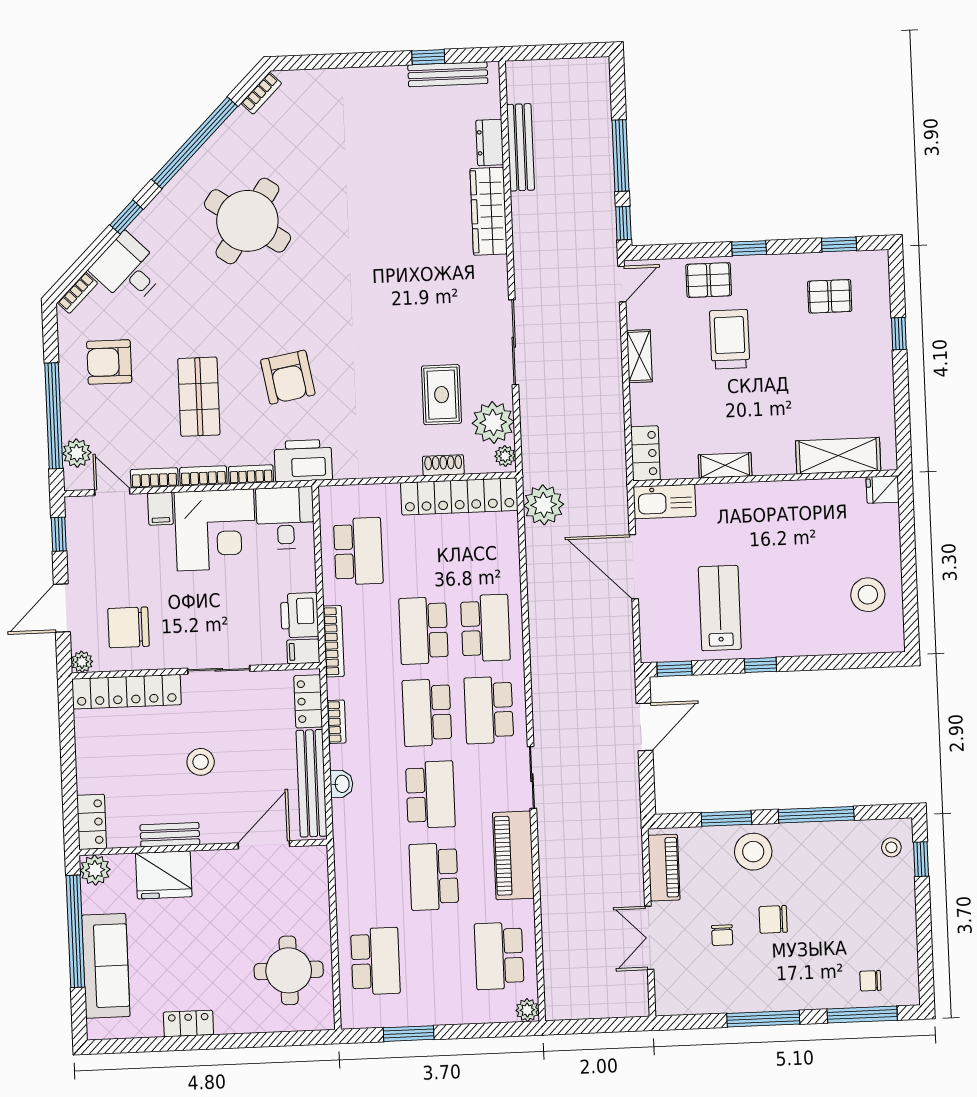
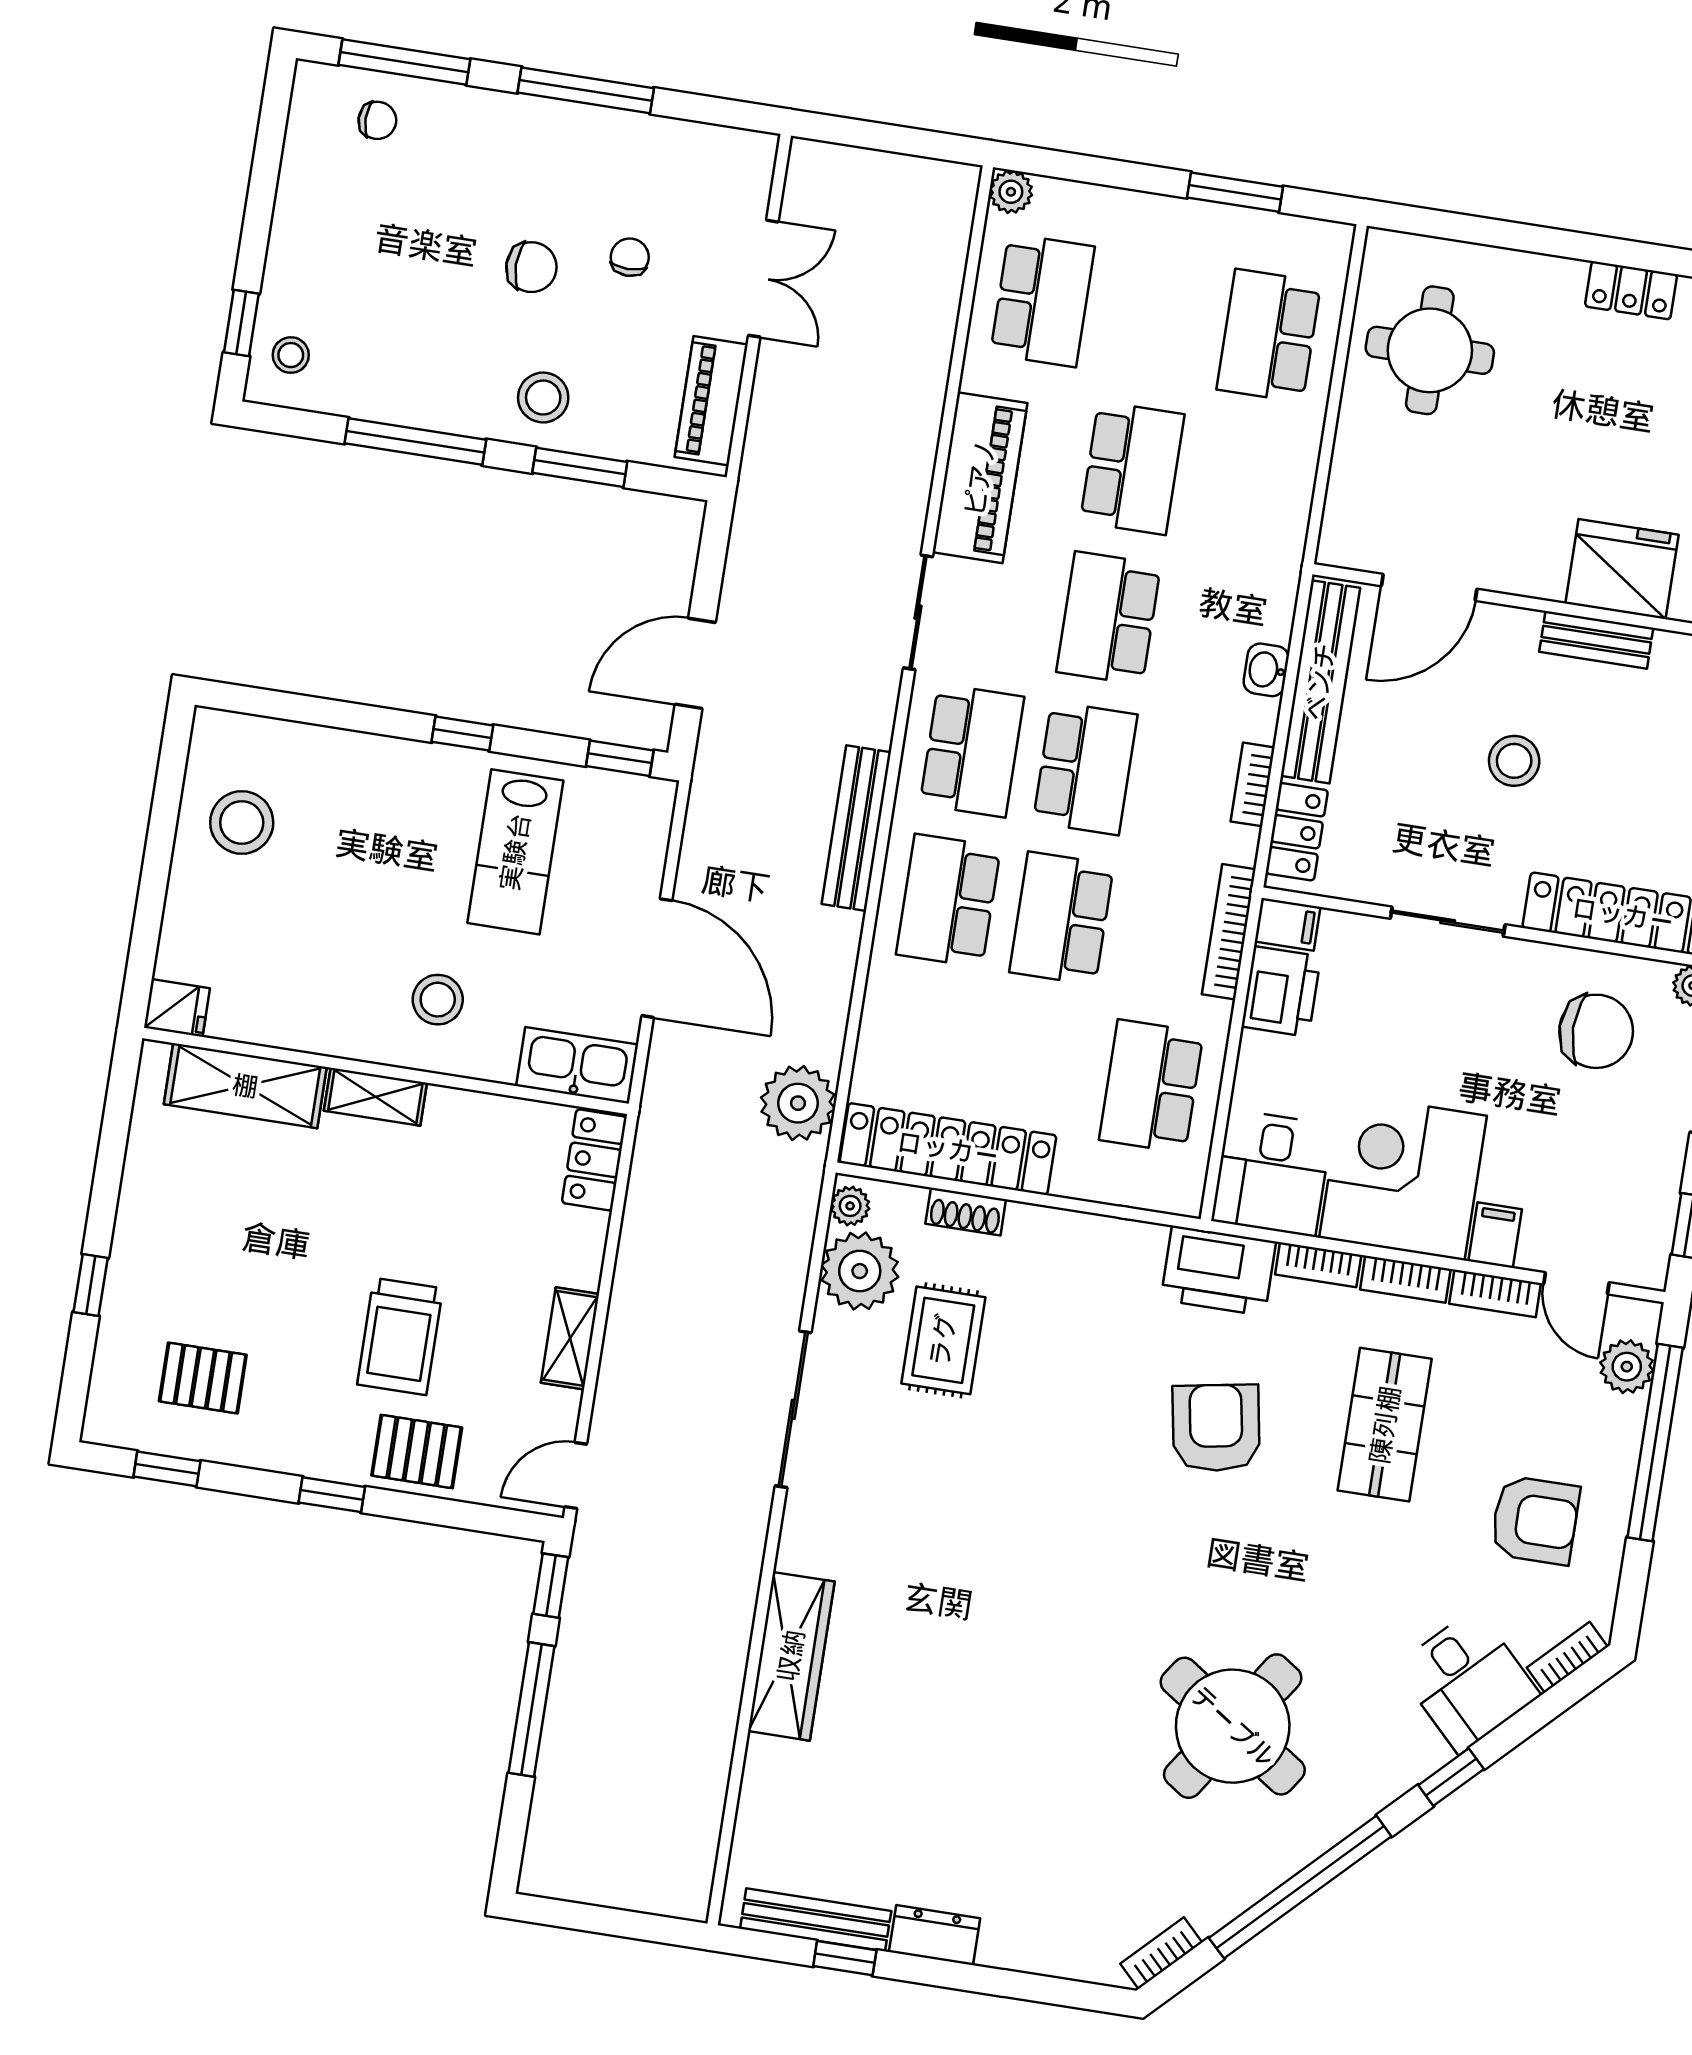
dresser: (490, 142) -> (935, 1935), moved, turned -90
bench: (520, 147) -> (856, 828), moved
shelving: (725, 465) -> (375, 1097), moved
stool: (745, 522) -> (438, 1000), added
school desk: (424, 631) -> (1062, 918), turned 180
stool: (753, 852) -> (543, 398), width x0.73, depth x0.73

